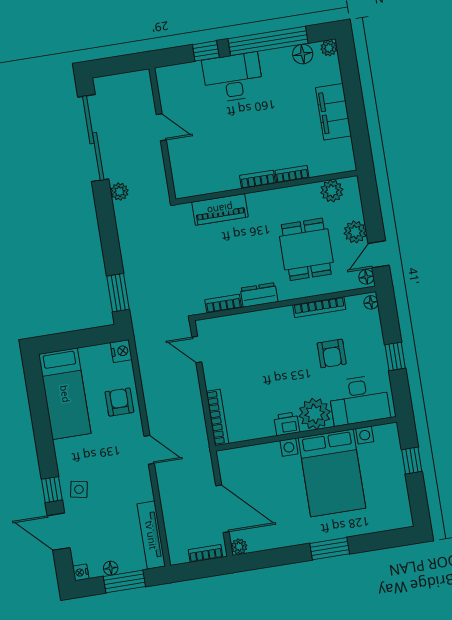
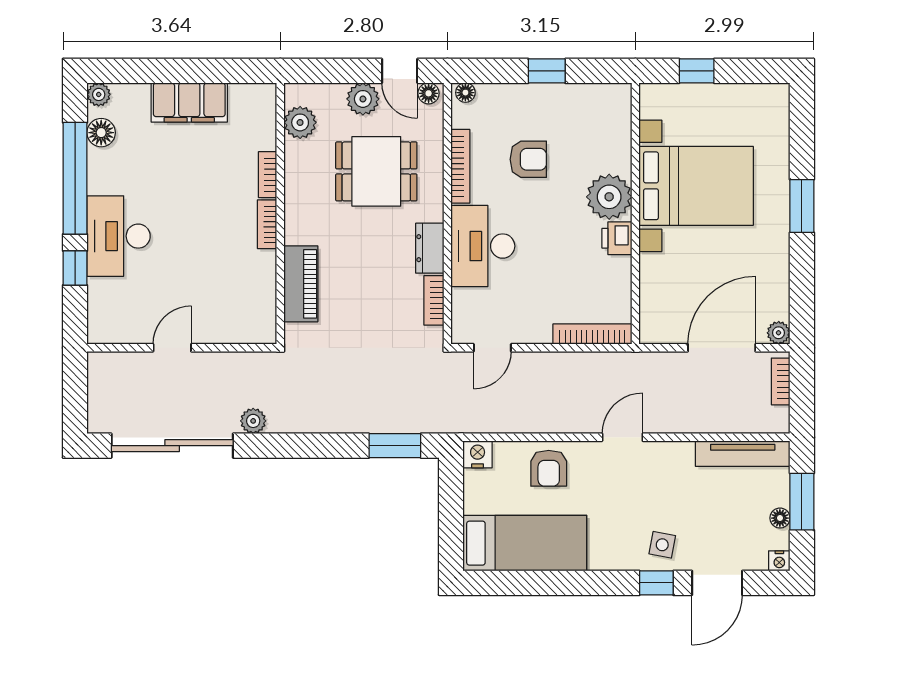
desk: (359, 400) -> (483, 246), moved, turned 180
armchair: (119, 402) -> (549, 468), turned -90

